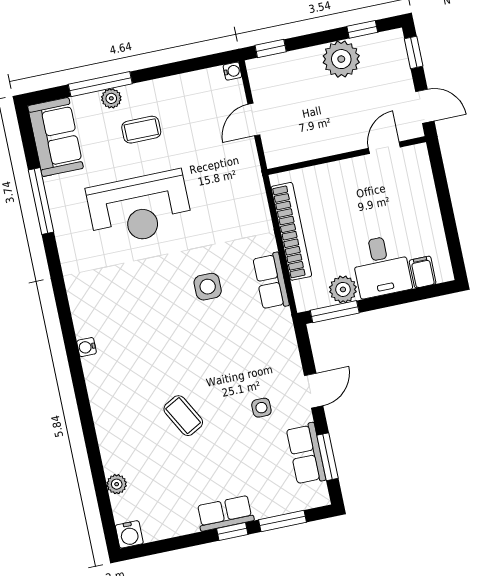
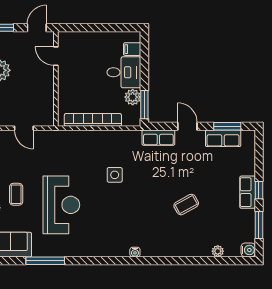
row of seats: (271, 281) -> (158, 138), moved
side table: (261, 408) -> (191, 158), removed
window: (282, 521) -> (259, 225), moved

